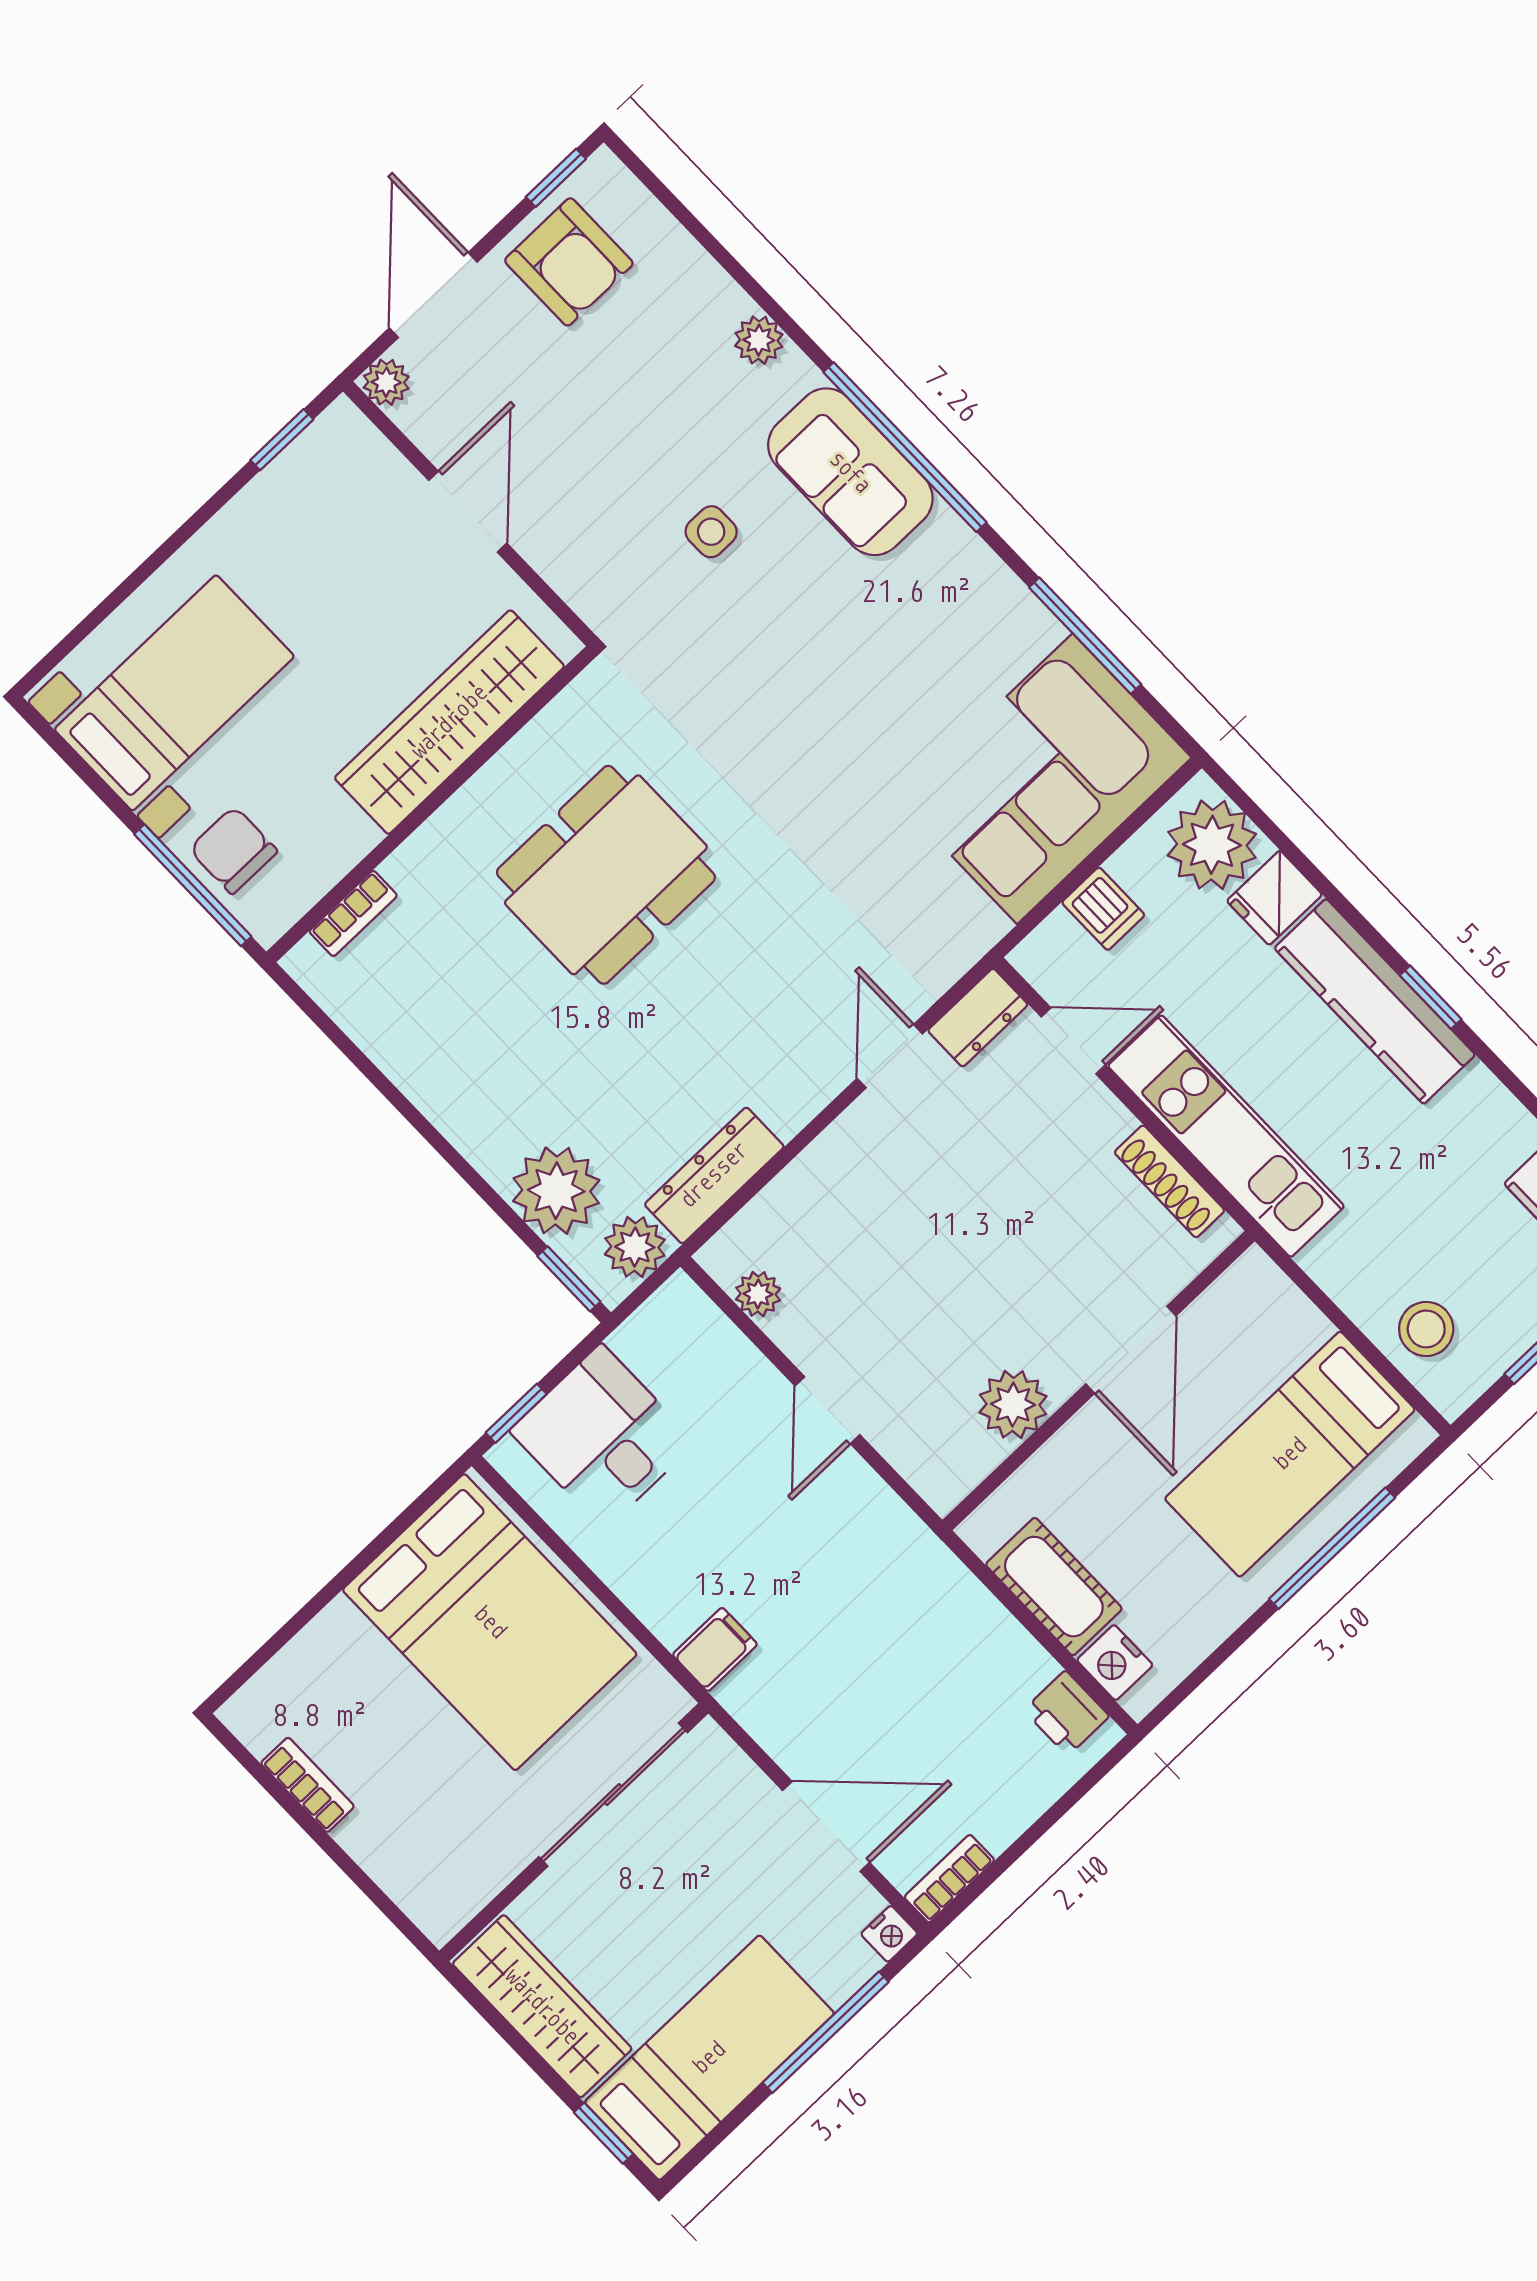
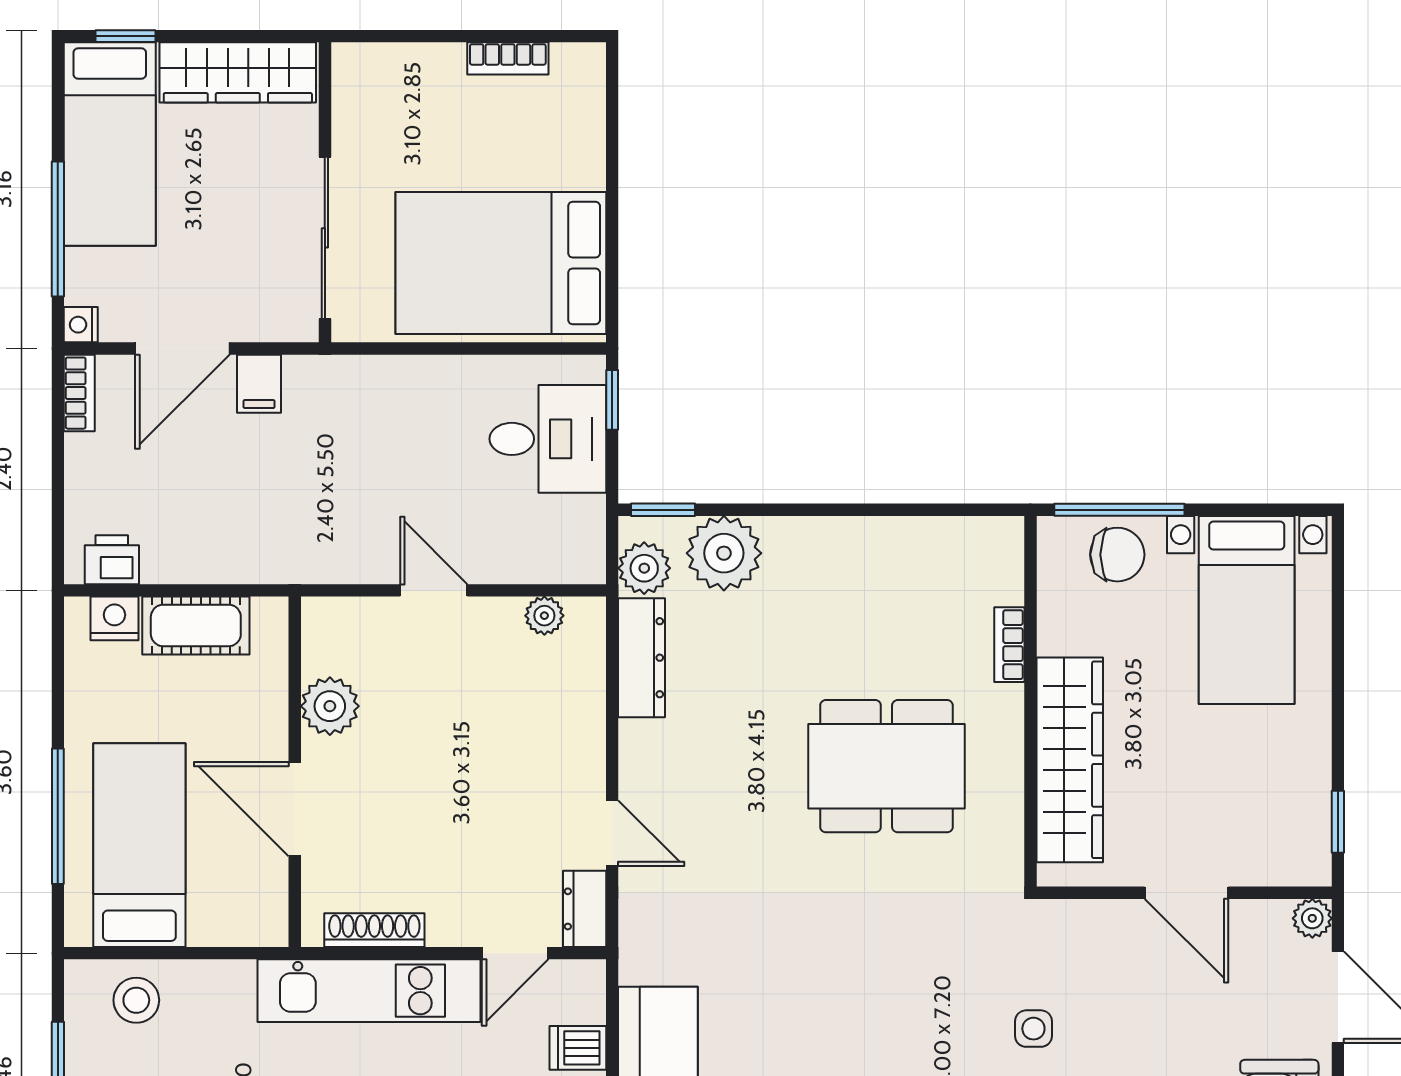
dining table: (606, 875) -> (886, 766), turned 90
bookcase: (353, 914) -> (1009, 645), moved
filing cabinet: (715, 1649) -> (259, 384), moved

